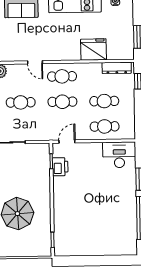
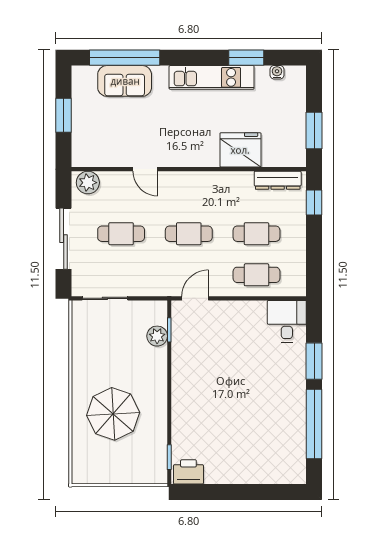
cafe table: (62, 76) -> (189, 193), removed
desk: (119, 155) -> (287, 321), width x0.73
plant: (44, 165) -> (157, 336), added
printer: (60, 167) -> (188, 472), moved, turned -90

